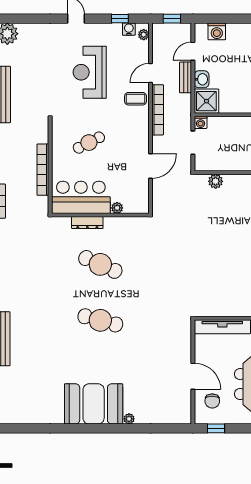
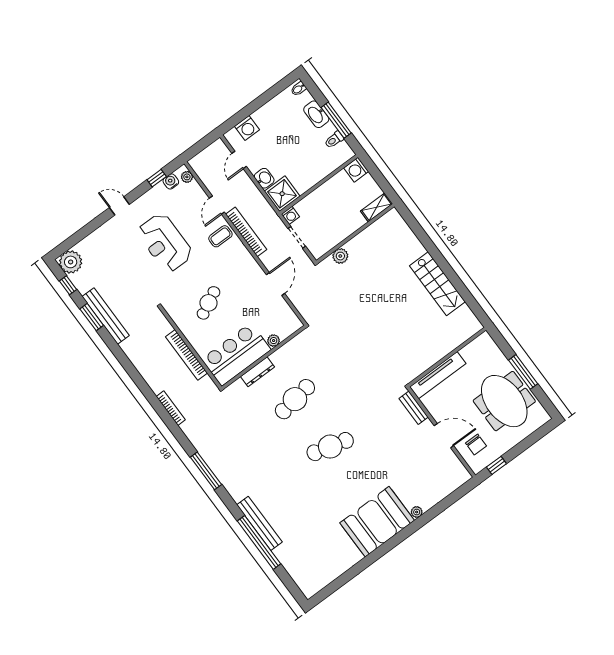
window: (172, 19) -> (201, 145), removed
bench: (186, 77) -> (414, 408), moved
cafe table: (100, 264) -> (295, 399), turned -33

